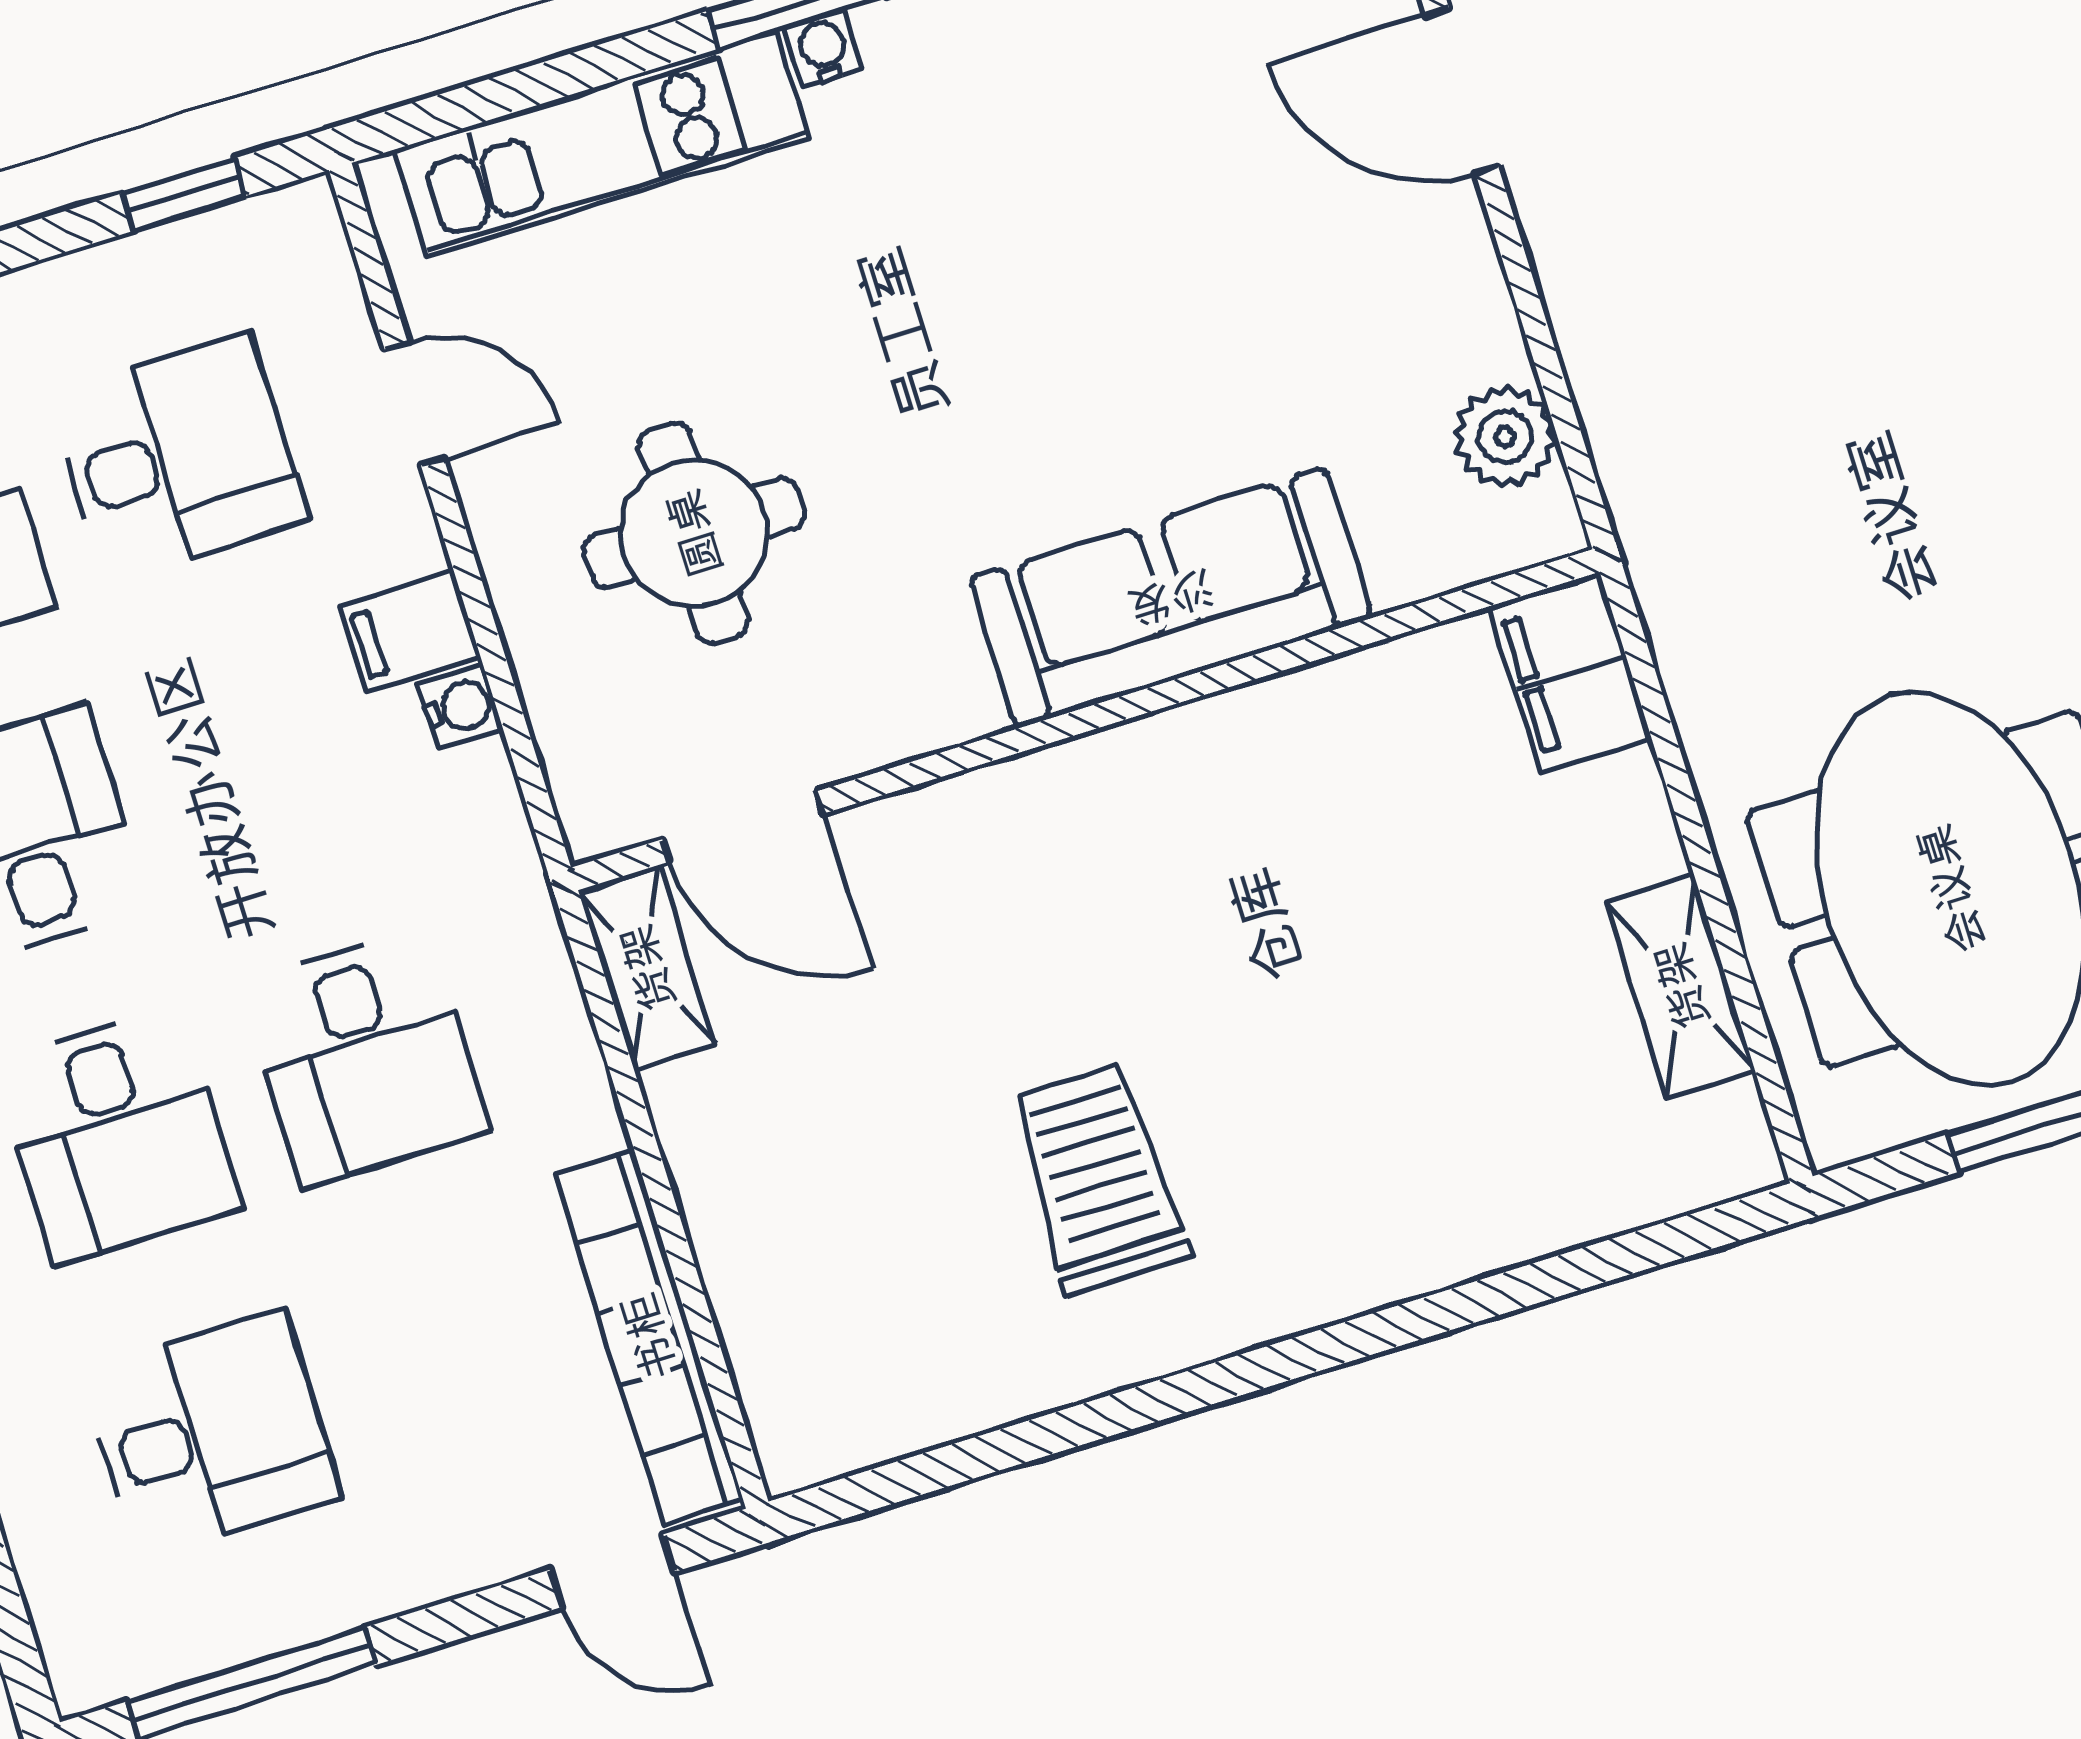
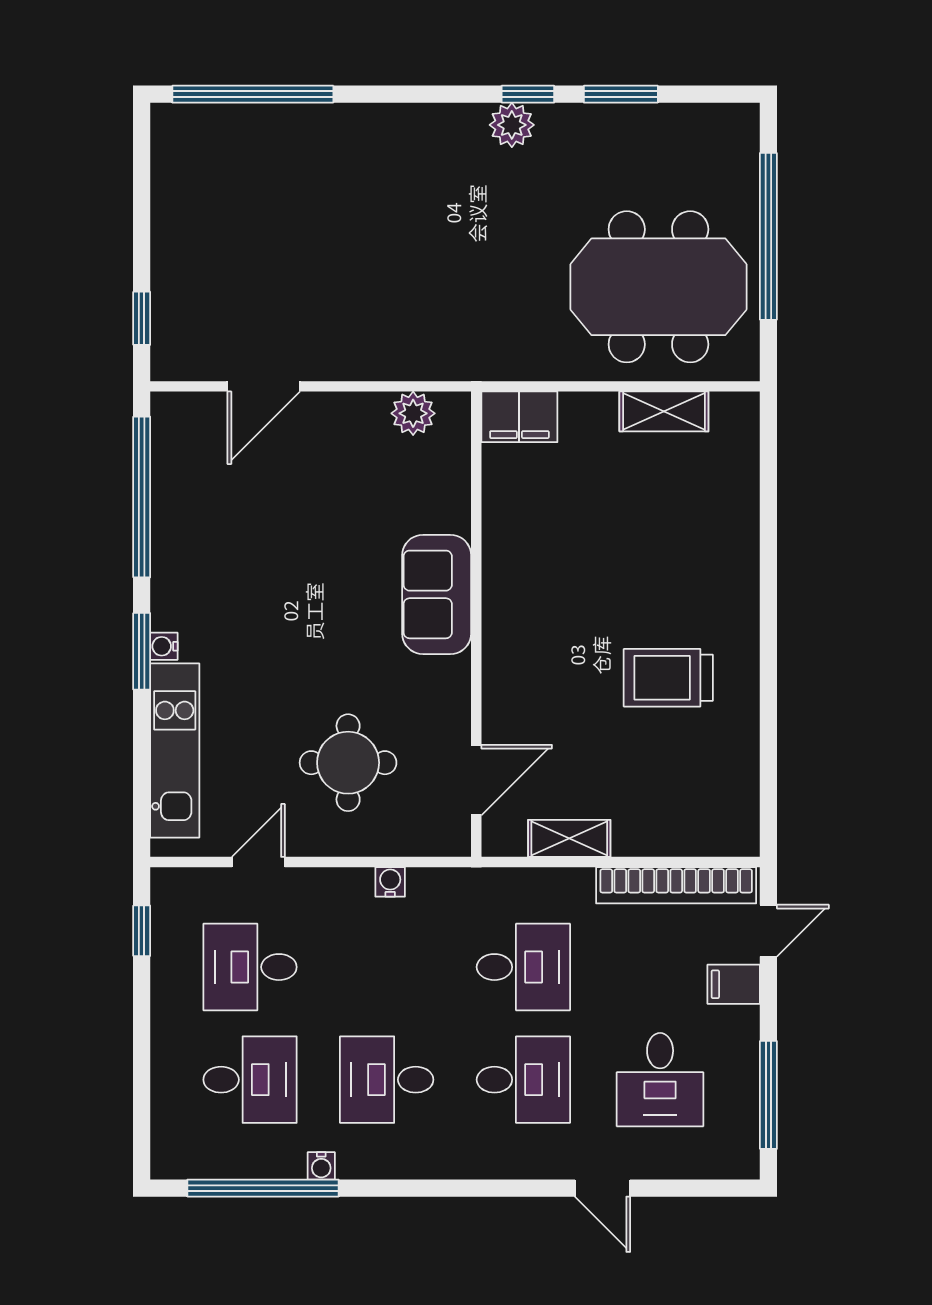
desk: (178, 457) -> (250, 967), turned -90
sofa: (1171, 598) -> (437, 594), width x0.73
filing cabinet: (410, 632) -> (734, 984), moved, turned 90
shelving: (647, 968) -> (569, 838), moved
desk: (211, 1435) -> (660, 1080), turned 180

